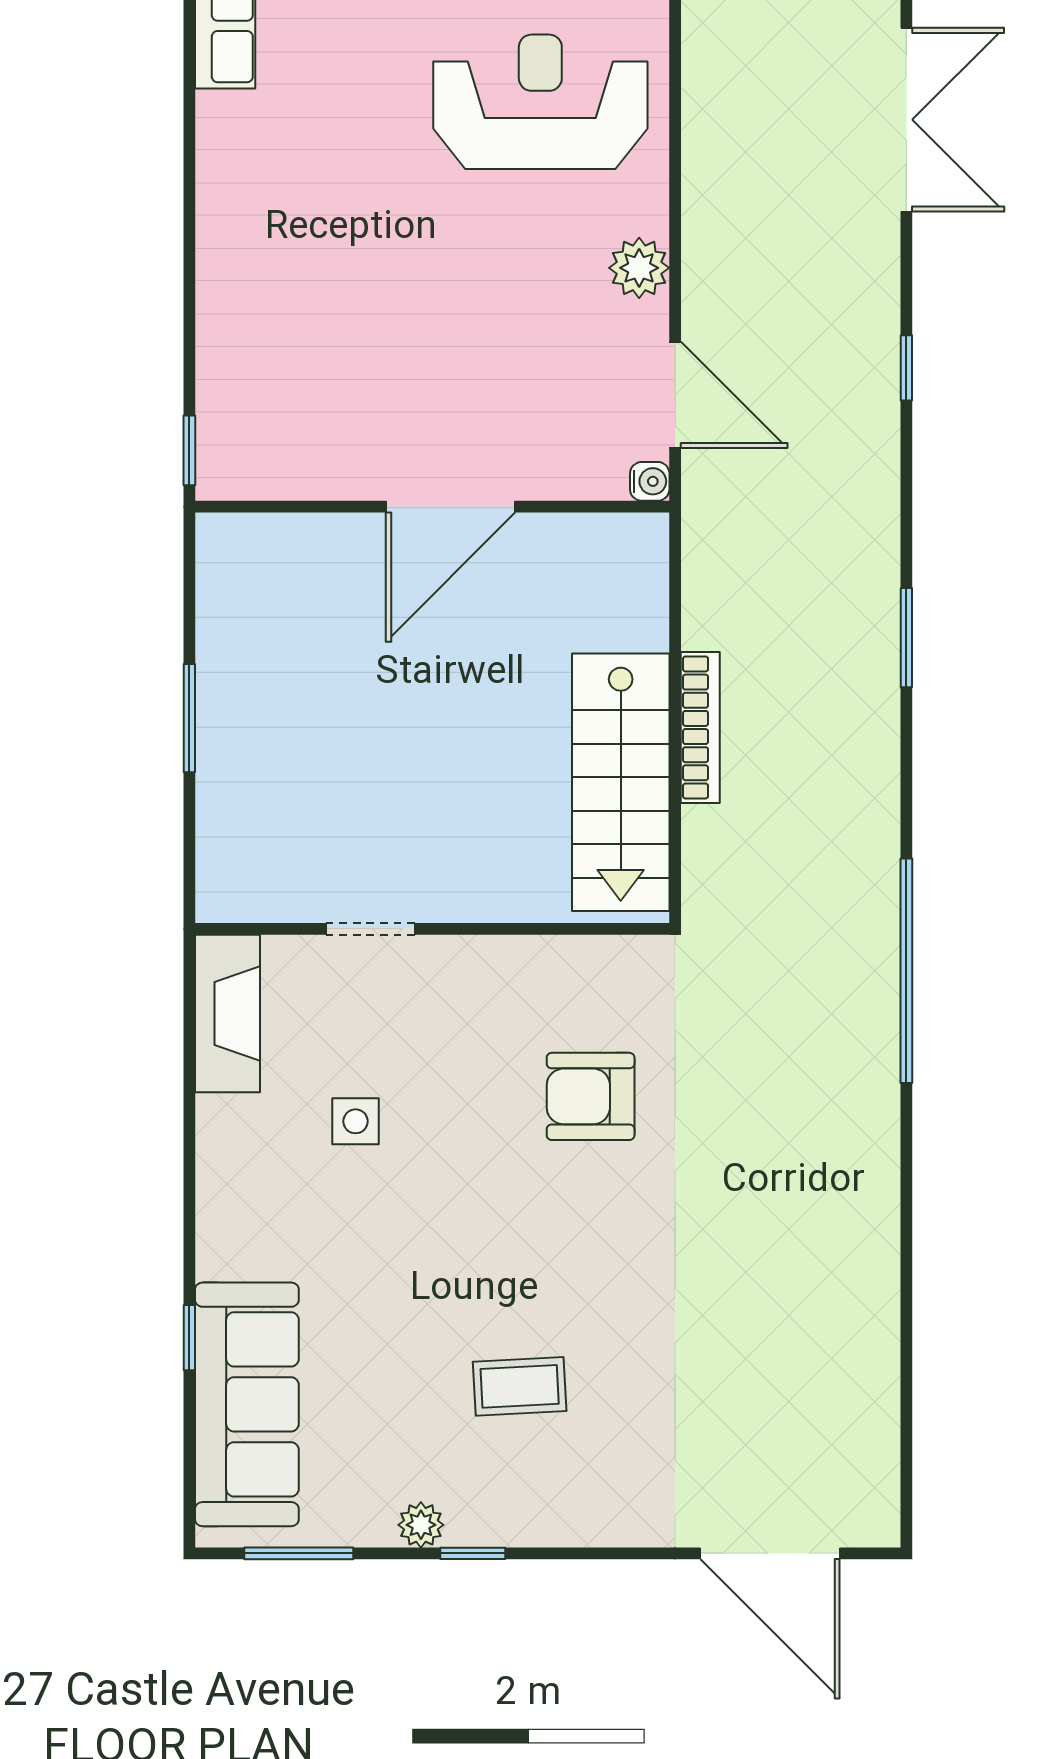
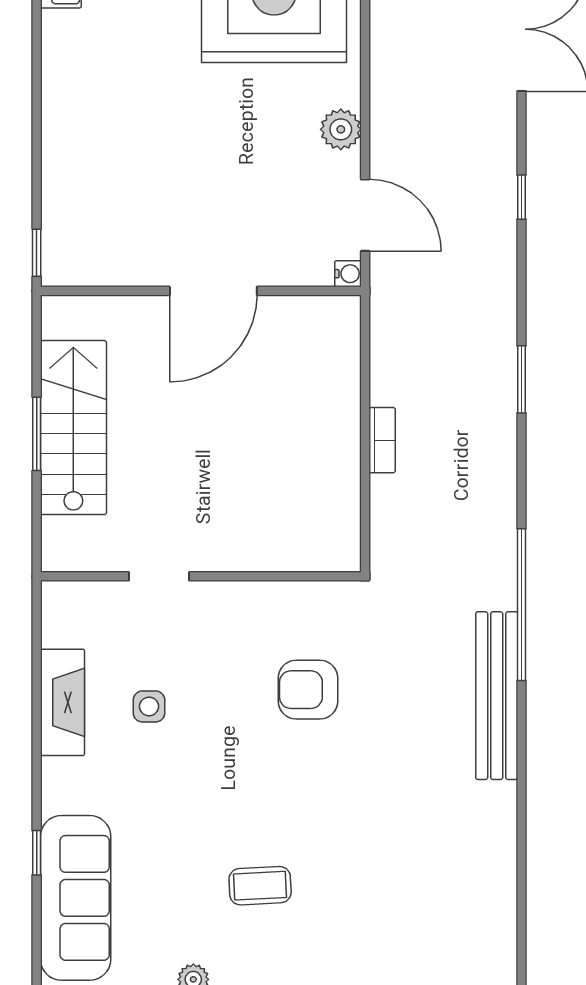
bookcase: (700, 727) -> (382, 440), width x0.64
stairs: (621, 782) -> (73, 428), moved, turned 180
fireplace: (228, 1014) -> (62, 702), moved
bench: (870, 1105) -> (497, 696), added

